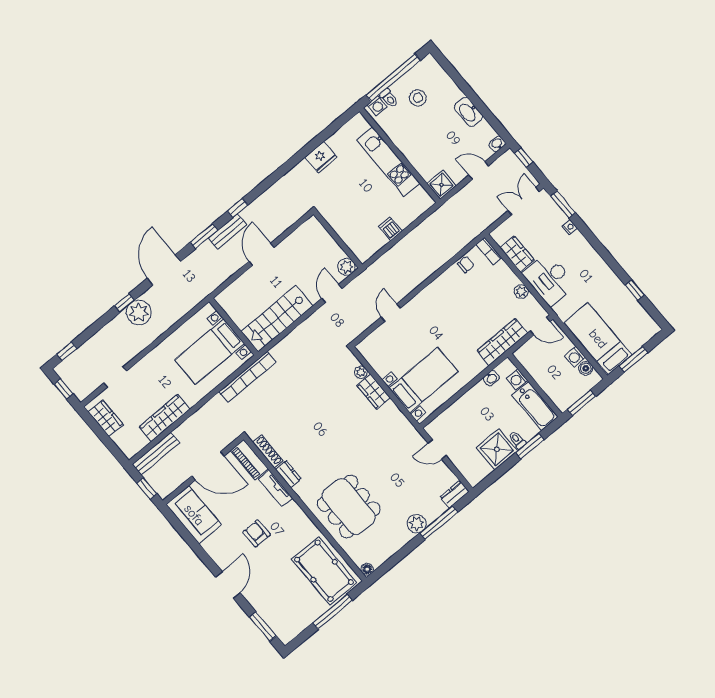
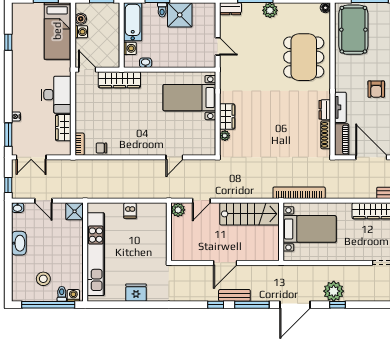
kitchen unit: (388, 162) -> (96, 254), width x1.36
window: (204, 236) -> (252, 305), width x1.44
plant: (521, 291) -> (81, 102), removed

